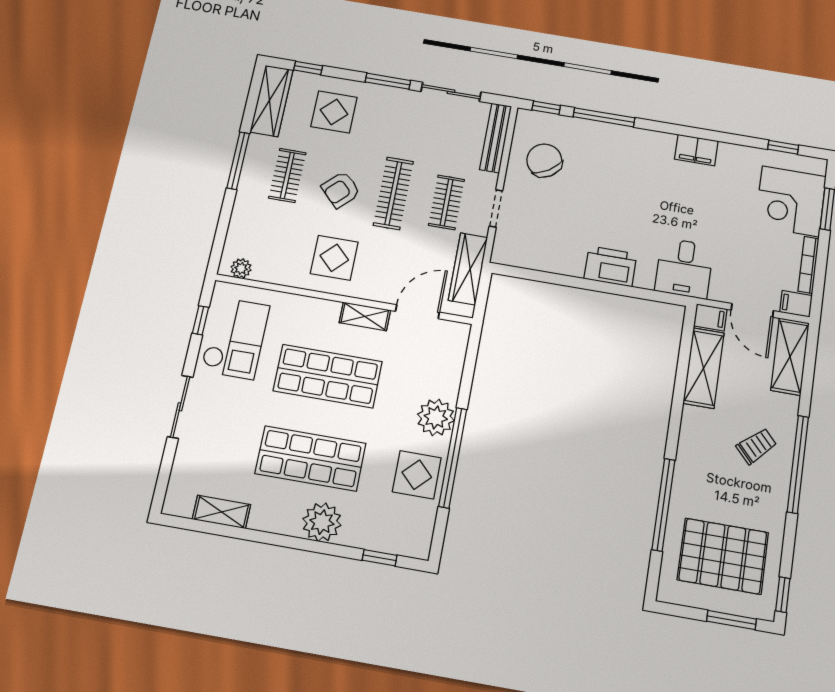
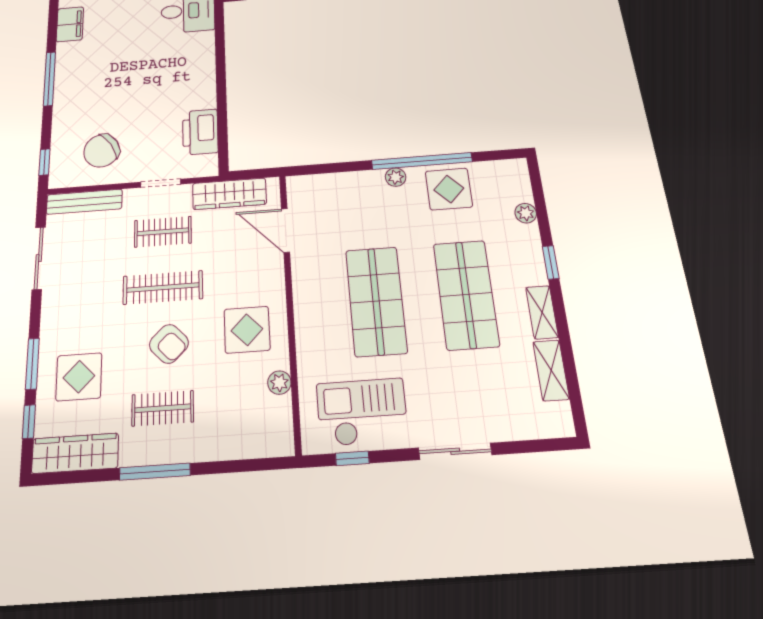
window: (388, 81) -> (32, 364), moved
window: (604, 117) -> (49, 79), moved
printer: (610, 266) -> (200, 132), moved
plant: (241, 268) -> (279, 383), moved
shelving: (365, 316) -> (542, 312), moved
plant: (436, 417) -> (396, 177), width x0.53, depth x0.53
plant: (322, 522) -> (526, 213), moved, width x0.53, depth x0.53
window: (380, 558) -> (551, 262), moved

